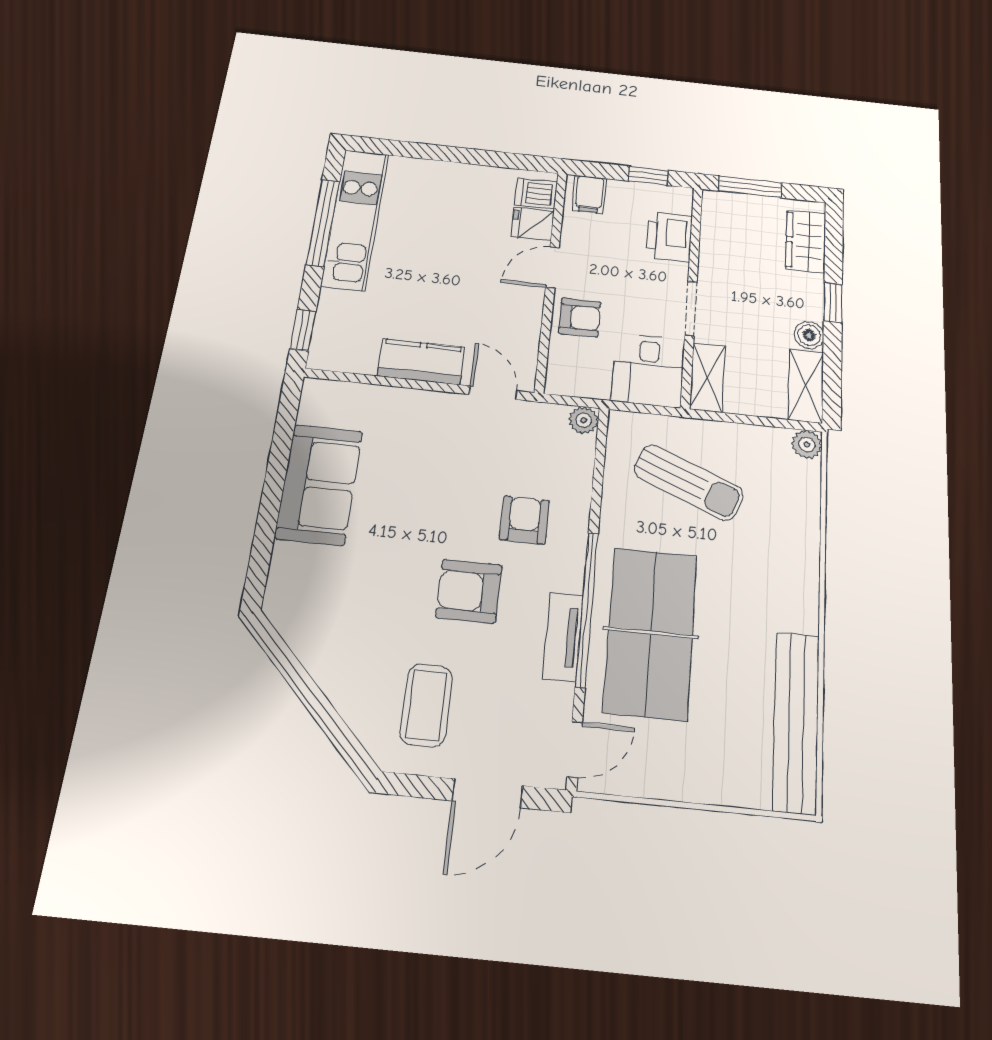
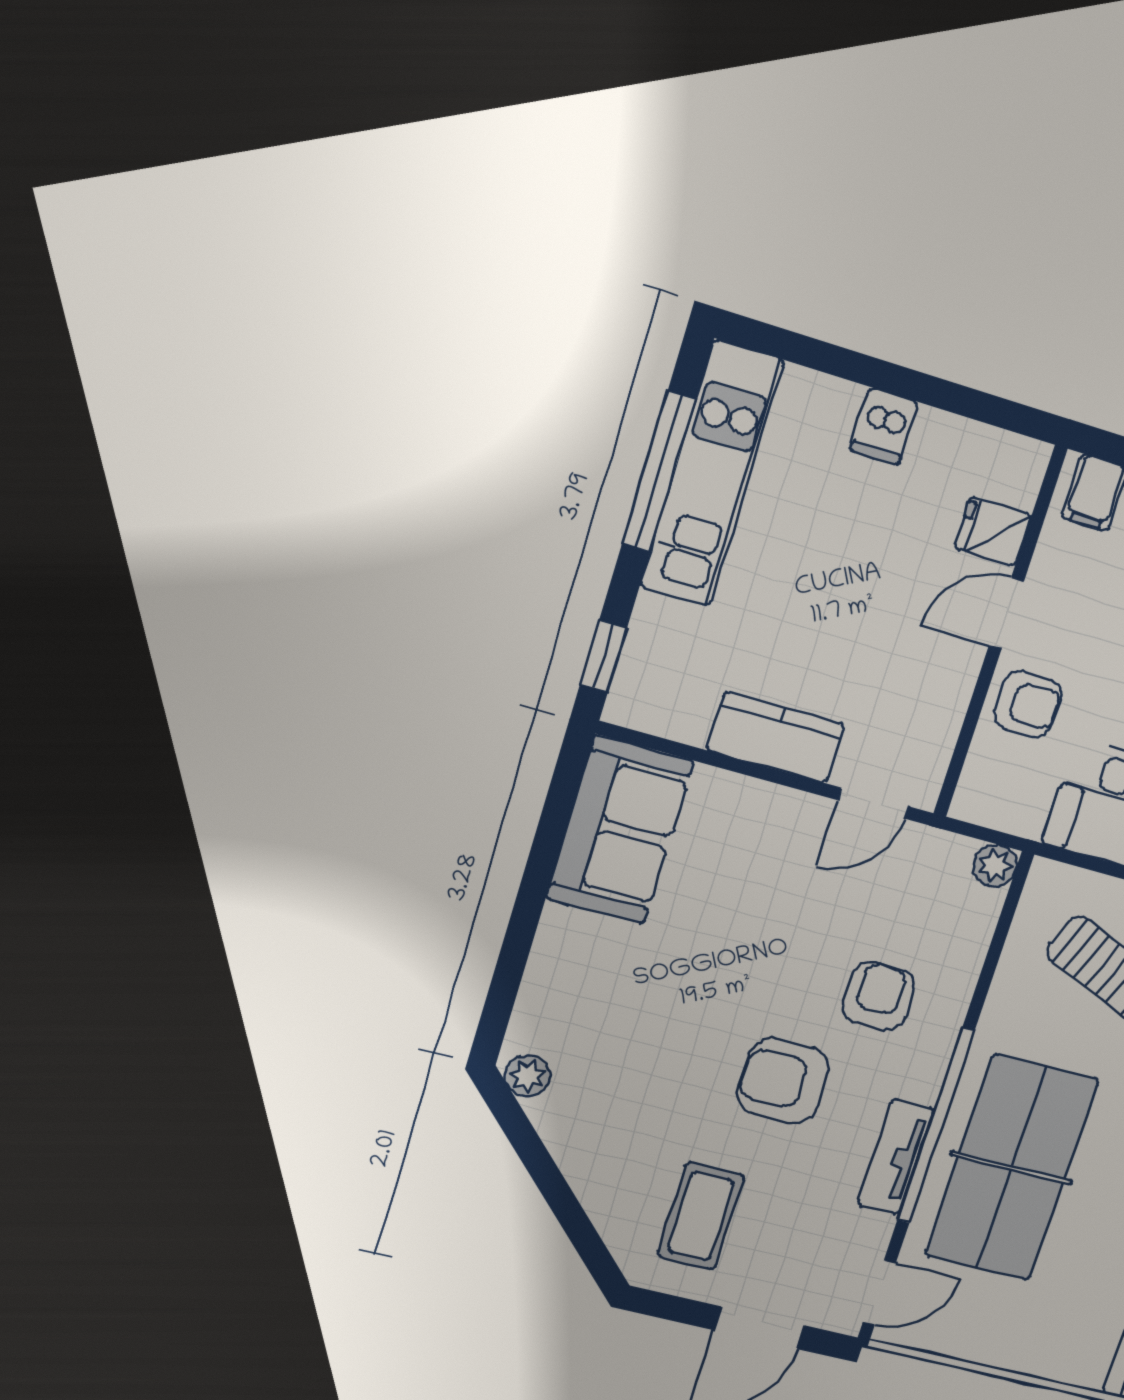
dishwasher: (536, 194) -> (884, 426), moved, turned -90
door: (493, 393) -> (873, 803), swing flipped
sofa: (319, 484) -> (620, 830), moved
plant: (285, 615) -> (528, 1076), added

